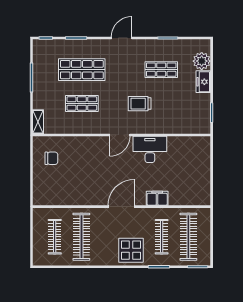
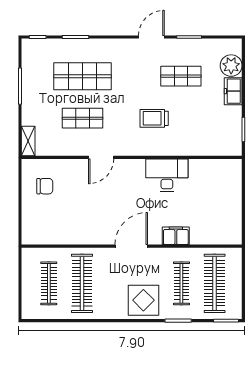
door: (122, 38) -> (151, 37), moved
door: (120, 135) -> (101, 157), moved

